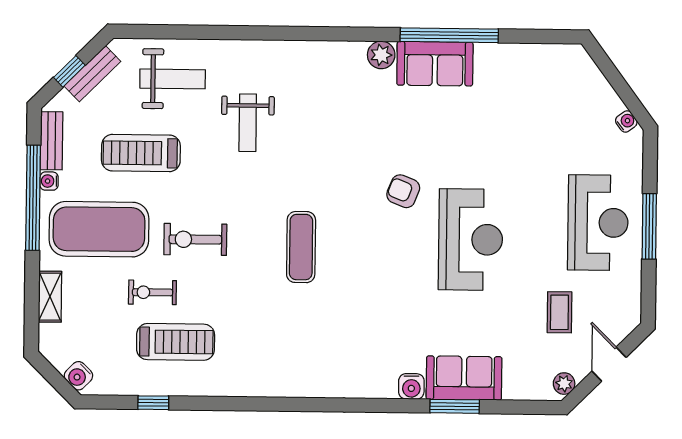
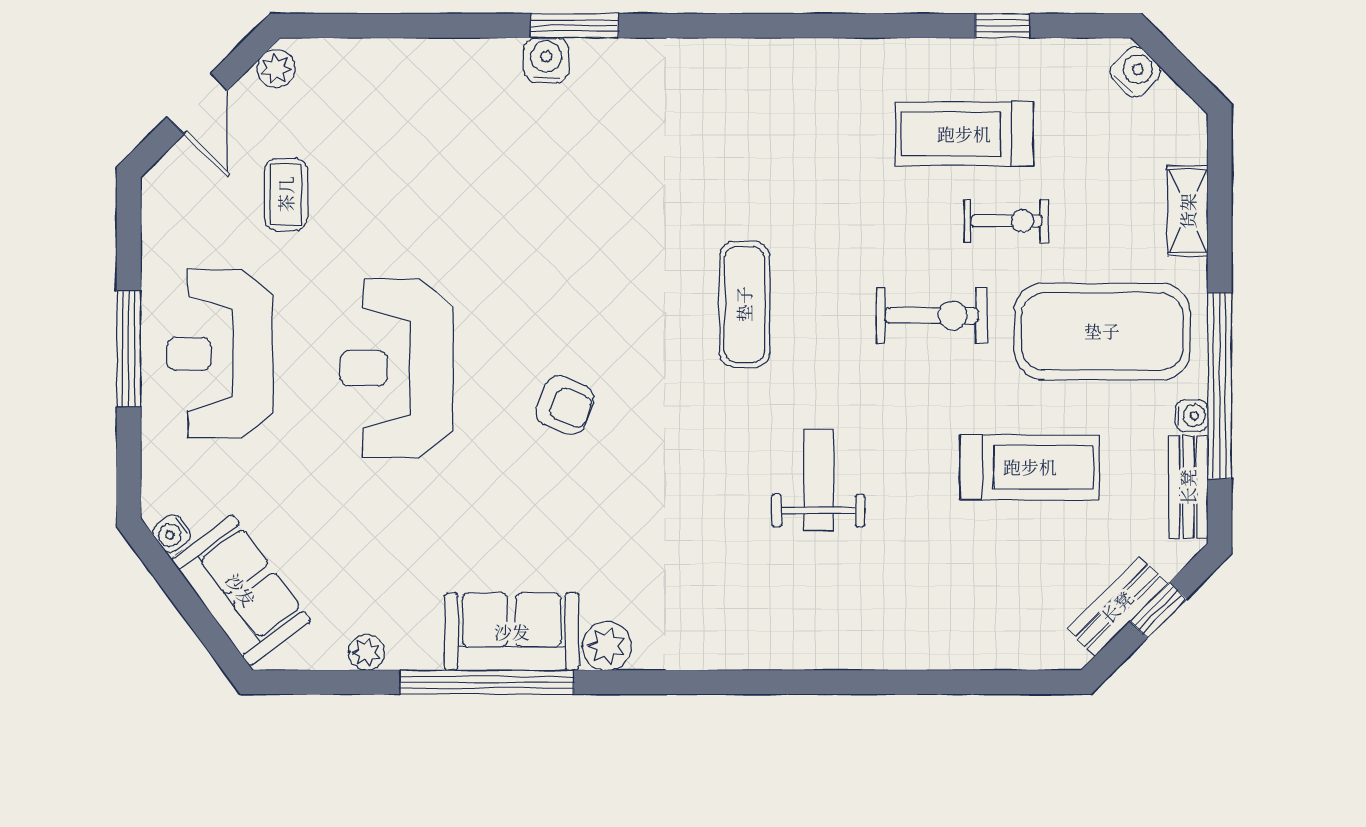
plant: (517, 53) -> (367, 652), added
weight bench: (173, 79) -> (975, 599), removed
weight bench: (248, 123) -> (818, 480), moved
reception desk: (471, 240) -> (397, 368), moved
sofa: (464, 378) -> (241, 590), moved, turned -126
window: (455, 406) -> (575, 26), moved

